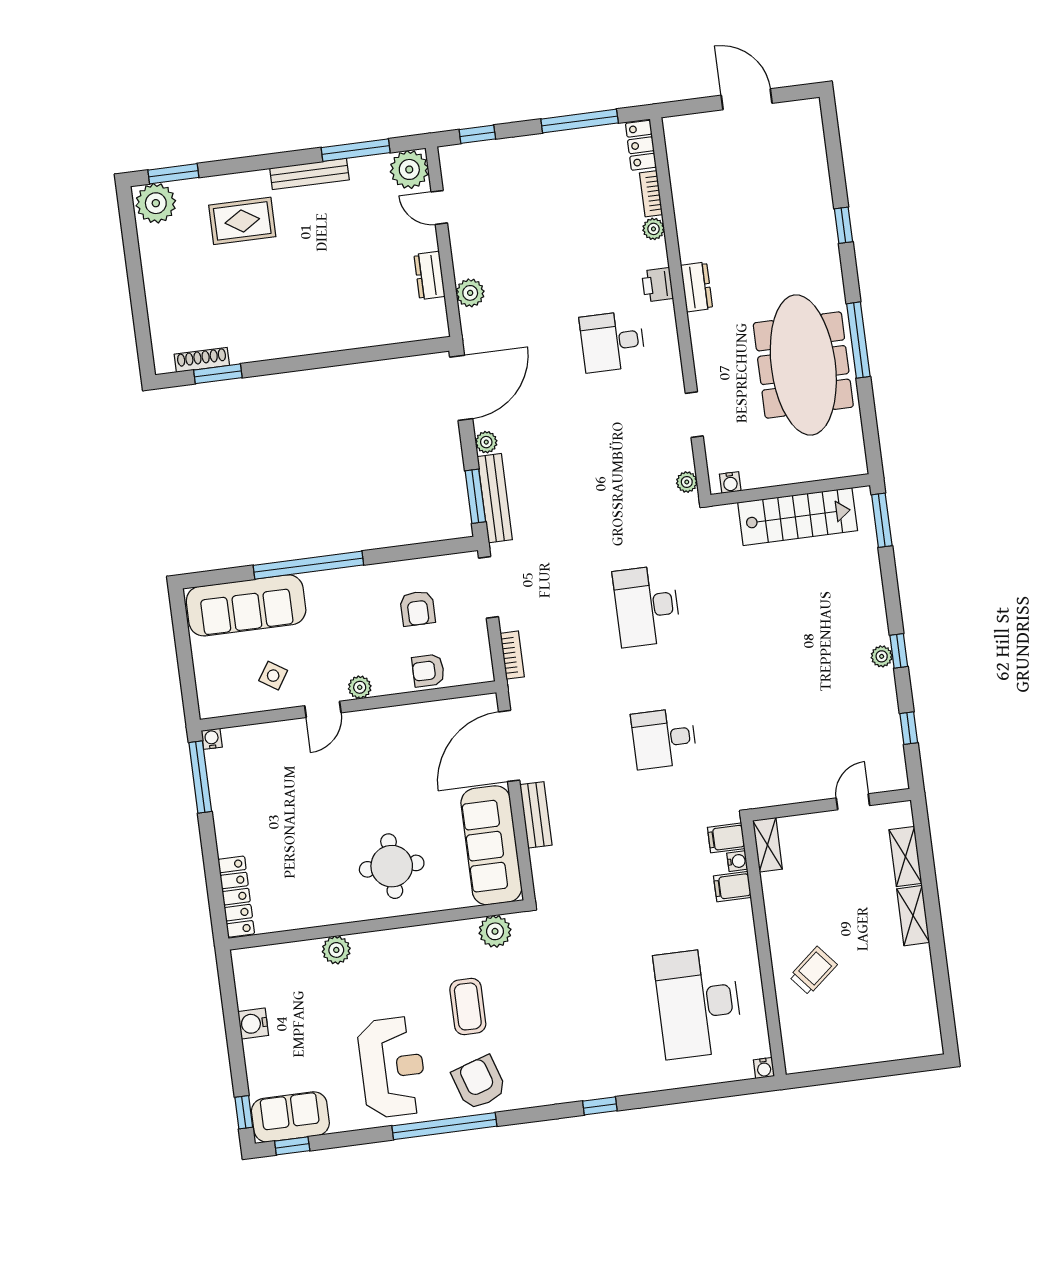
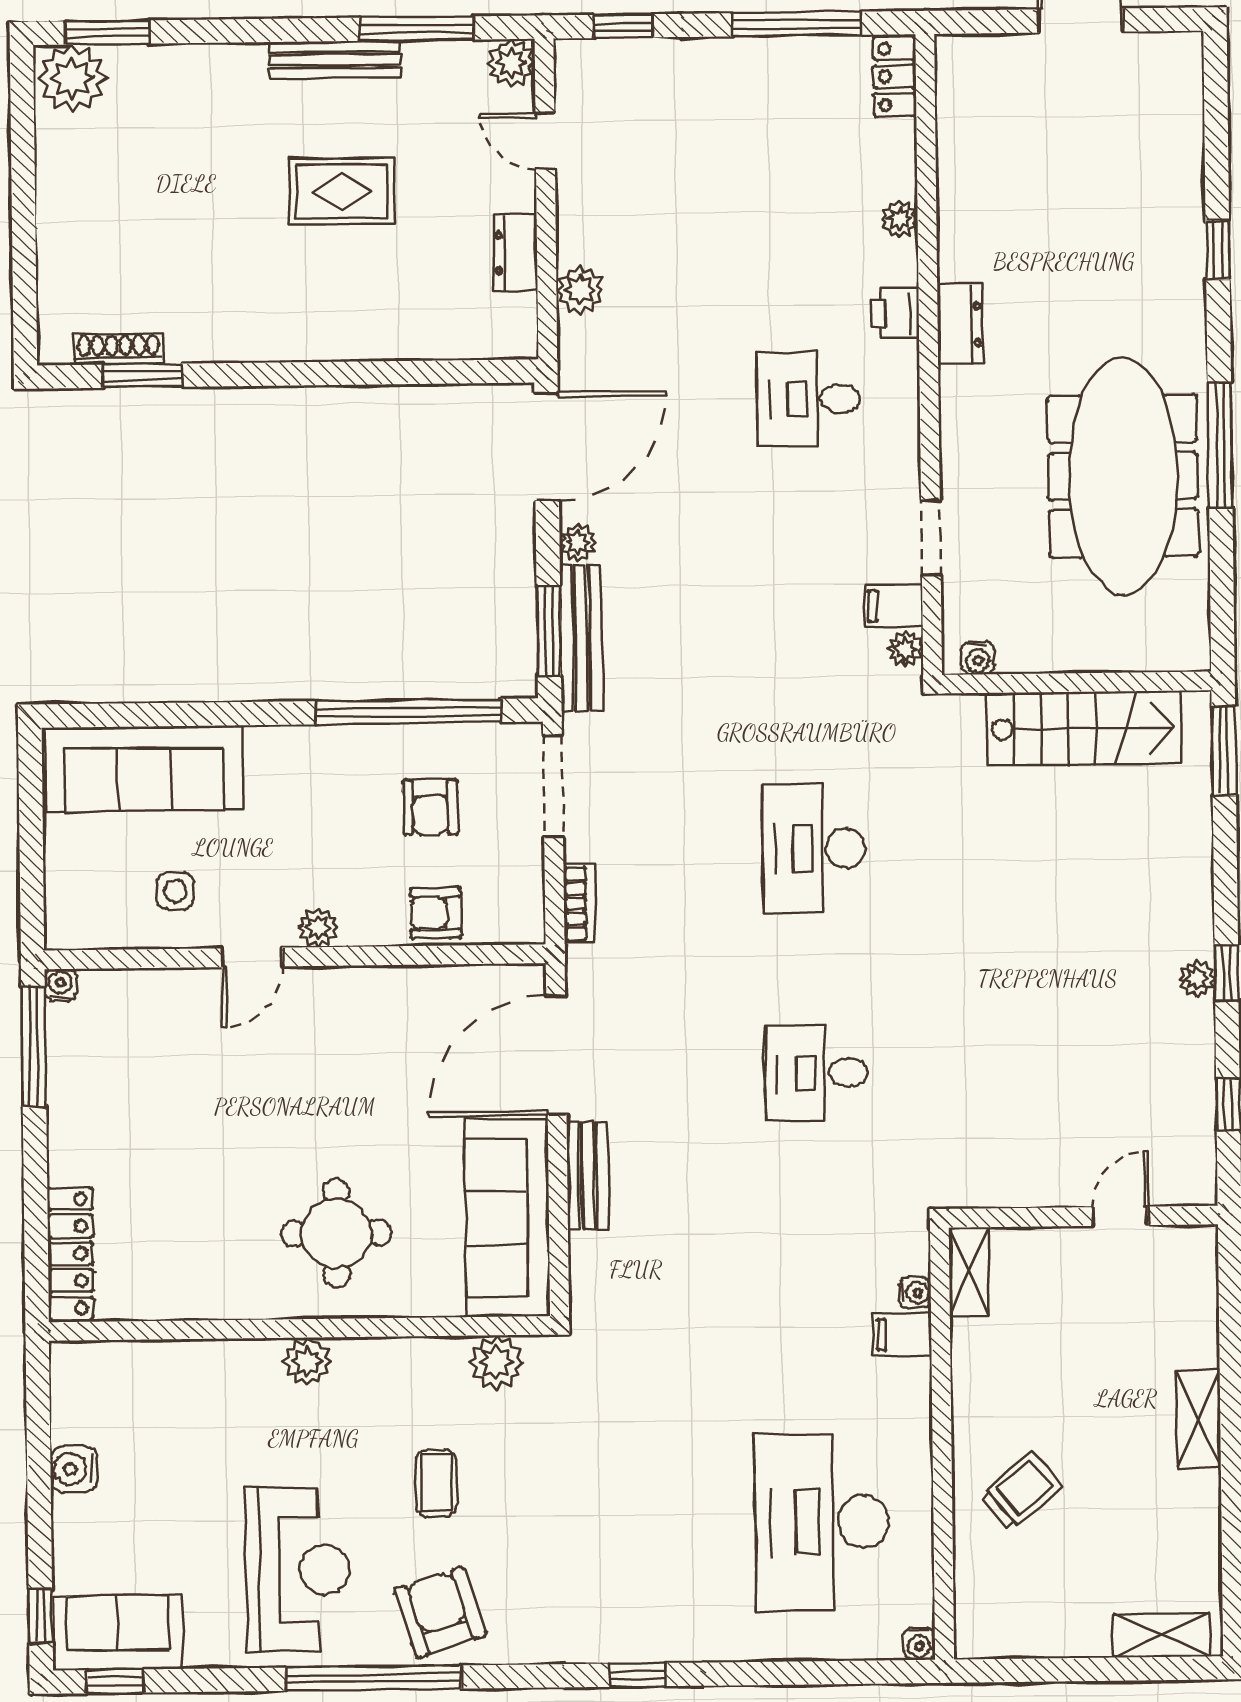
plant: (409, 169) -> (511, 63), width x0.73, depth x0.73
bookcase: (651, 194) -> (902, 160), removed
rug: (242, 221) -> (342, 192), moved
window: (308, 565) -> (408, 712), moved
side table: (273, 676) -> (176, 891), turned -33
filing cabinet: (726, 838) -> (893, 606), moved
shelving: (905, 857) -> (1162, 1635), moved, turned 90
plant: (336, 950) -> (307, 1361), moved
coffee table: (468, 1006) -> (436, 1483), width x0.73, depth x0.77

